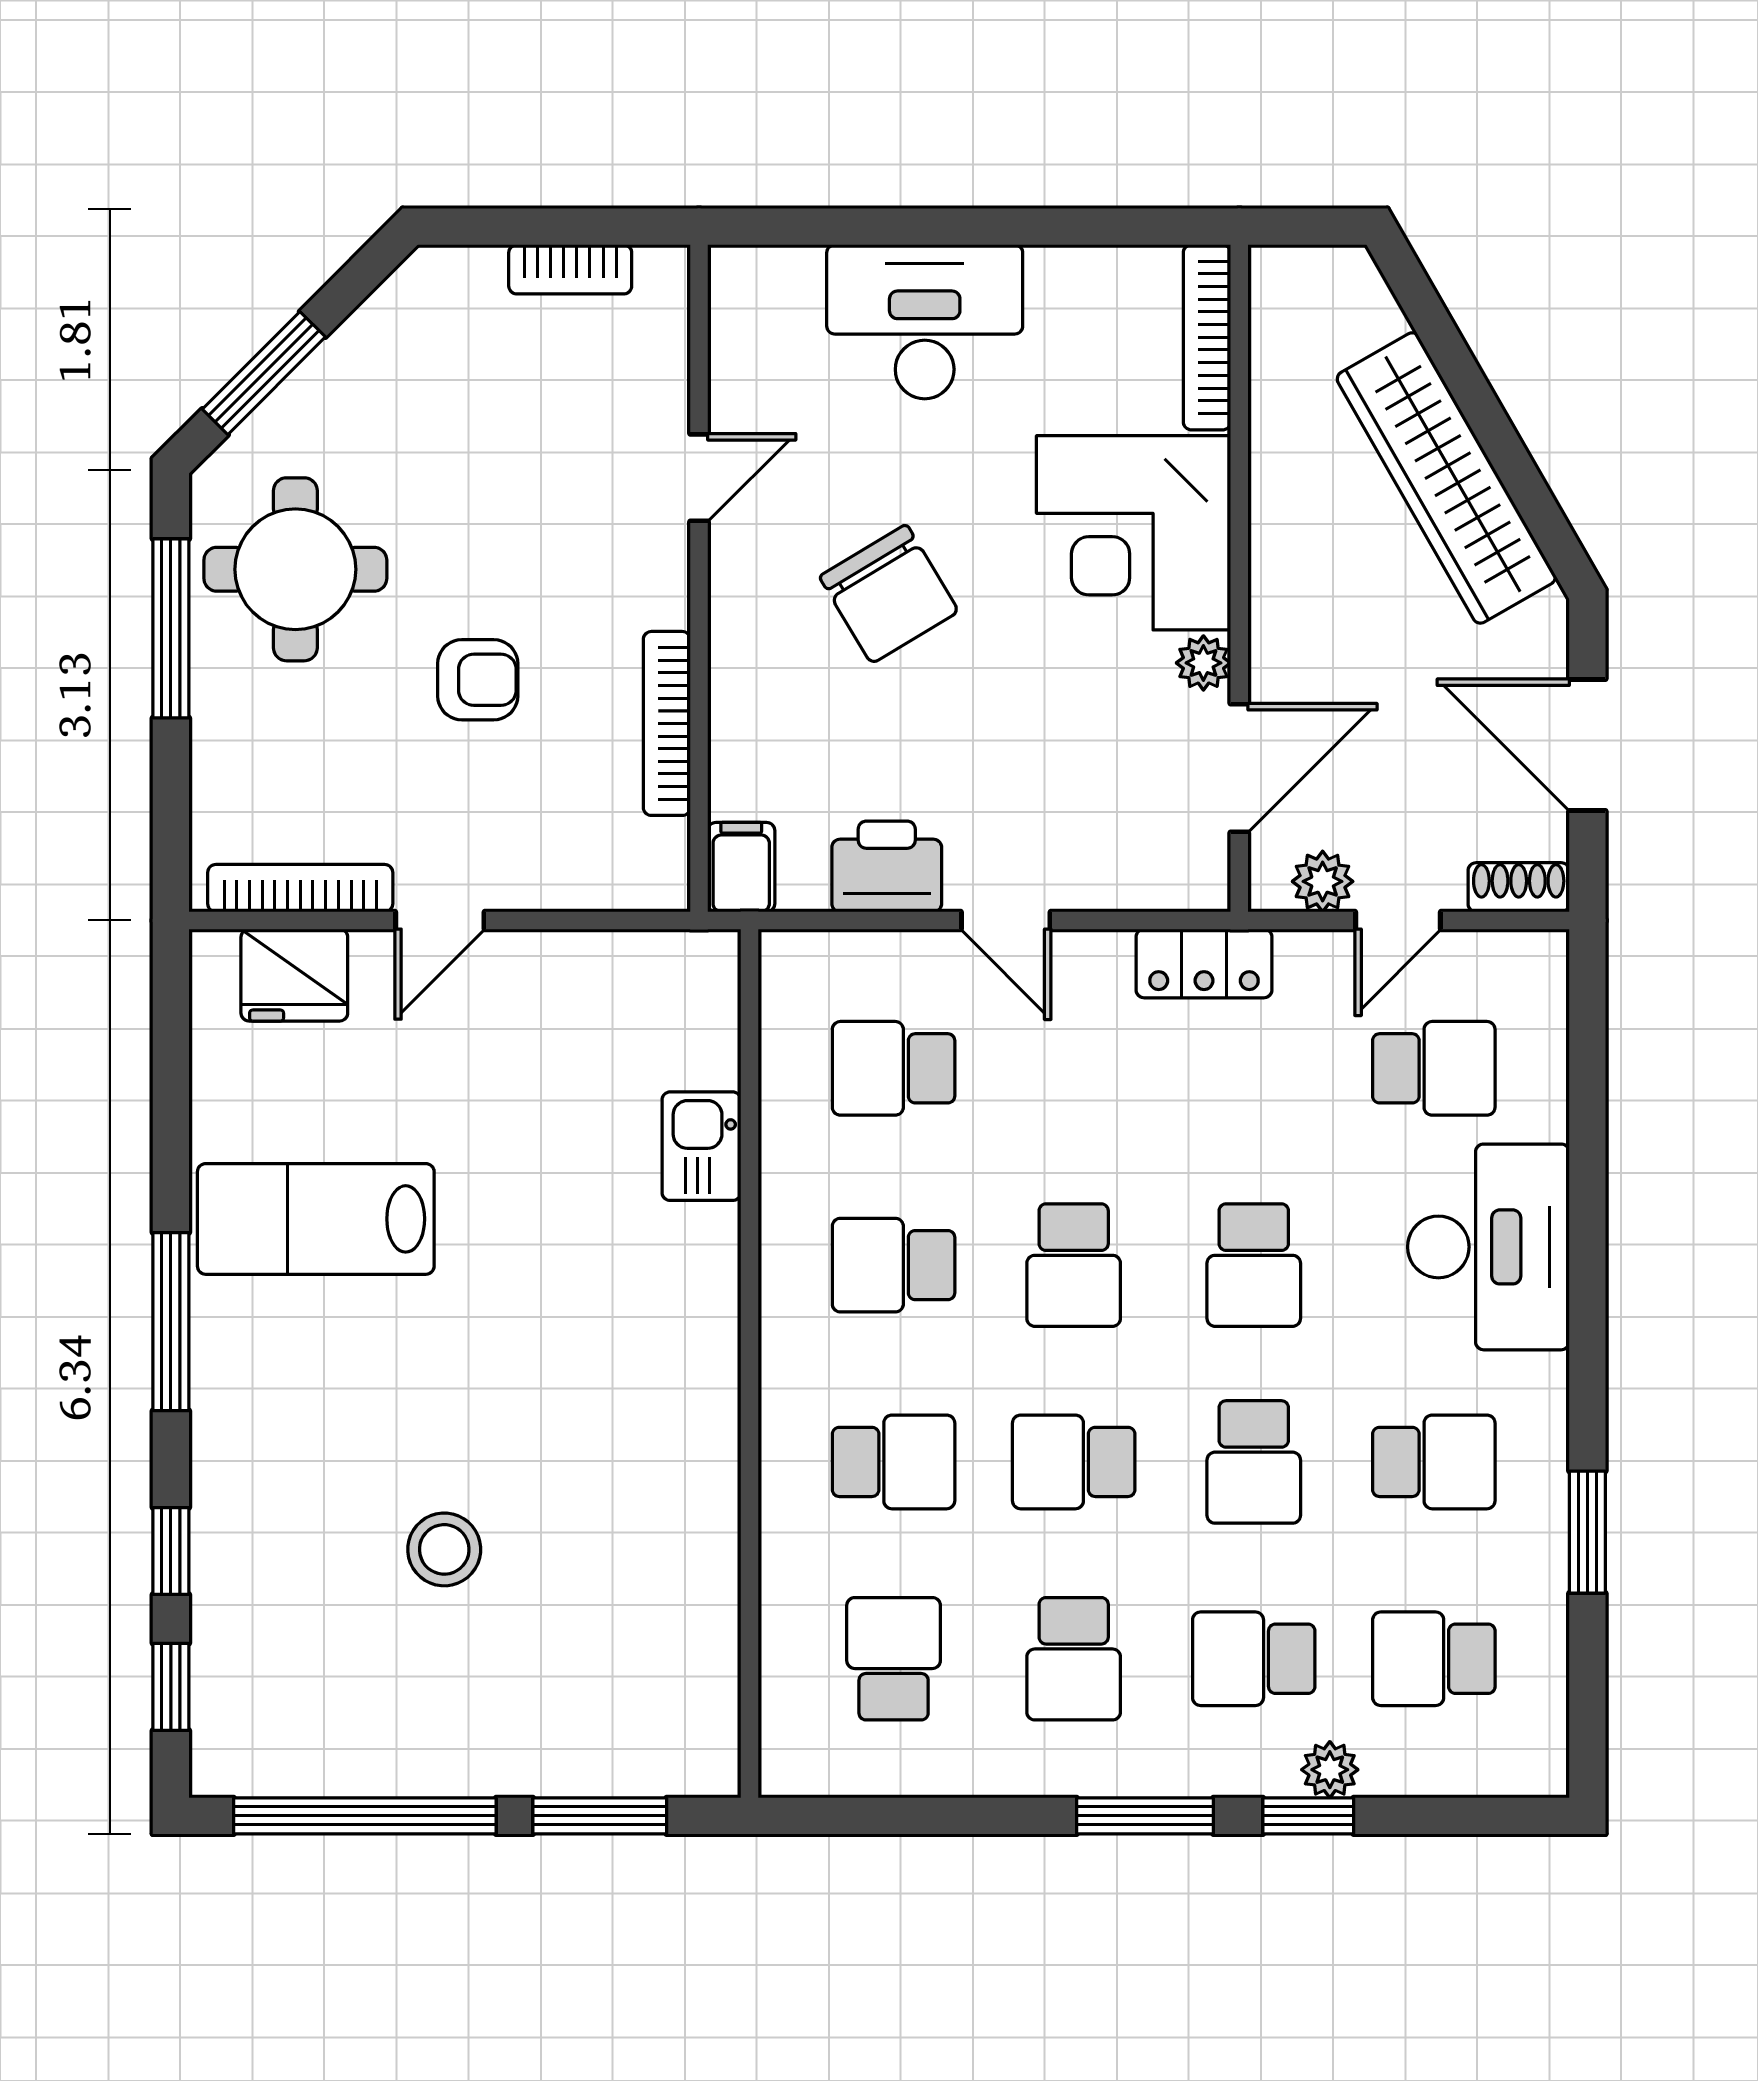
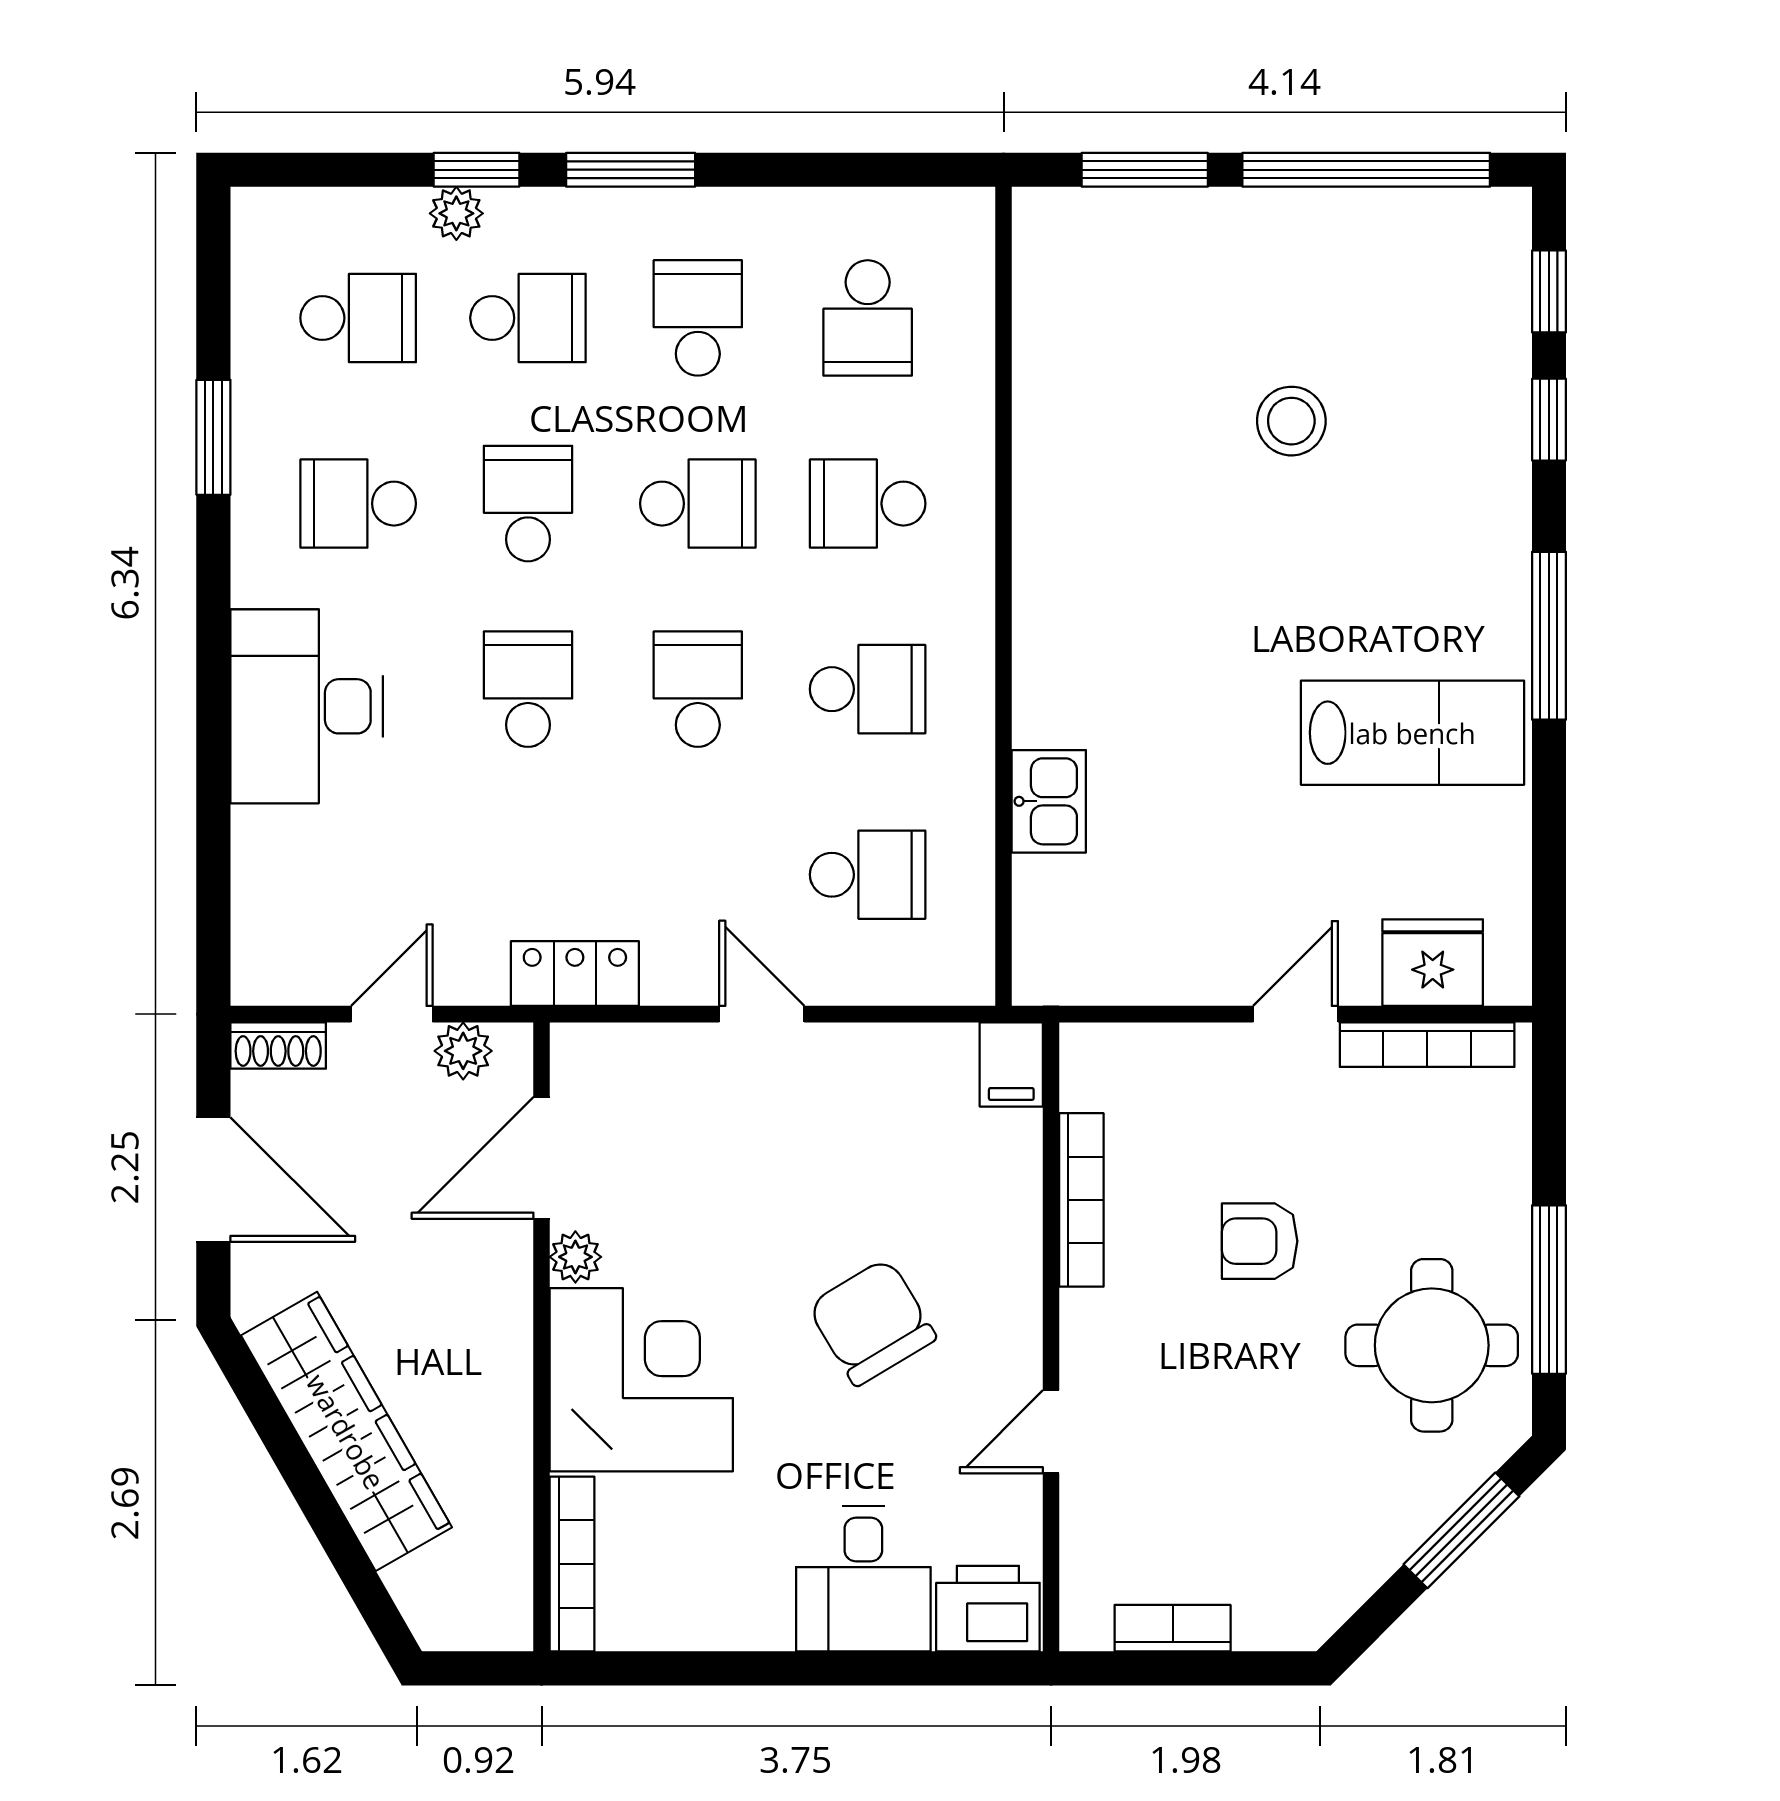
desk: (925, 322) -> (863, 1579), width x0.73
printer: (887, 866) -> (988, 1609), moved, turned 180
school desk: (1434, 1068) -> (358, 875), removed

